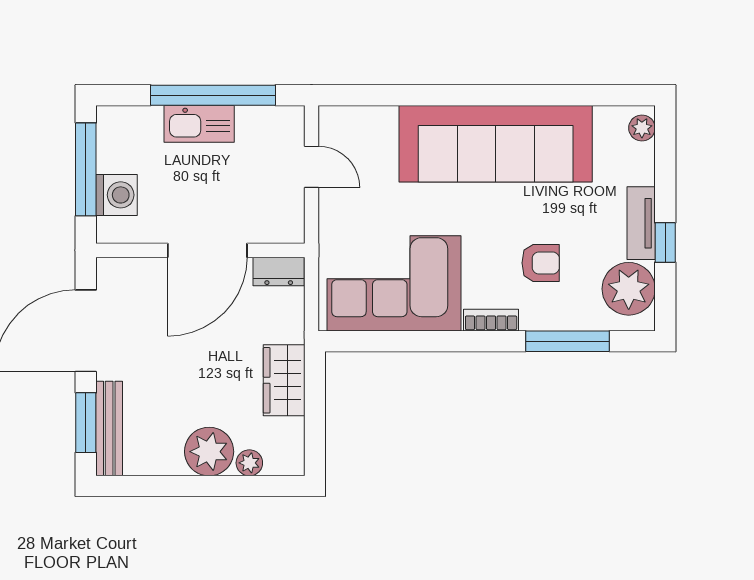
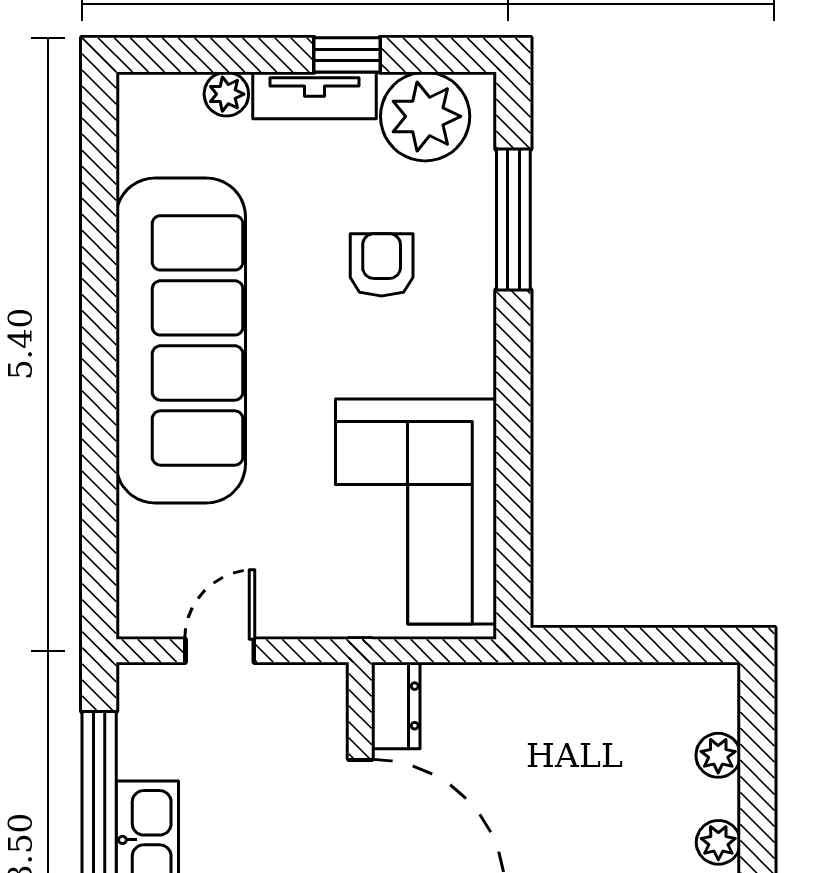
plant: (642, 128) -> (226, 94), moved
bookcase: (491, 320) -> (478, 348), removed
wardrobe: (284, 380) -> (579, 697), removed
plant: (209, 452) -> (718, 842), width x0.53, depth x0.53

